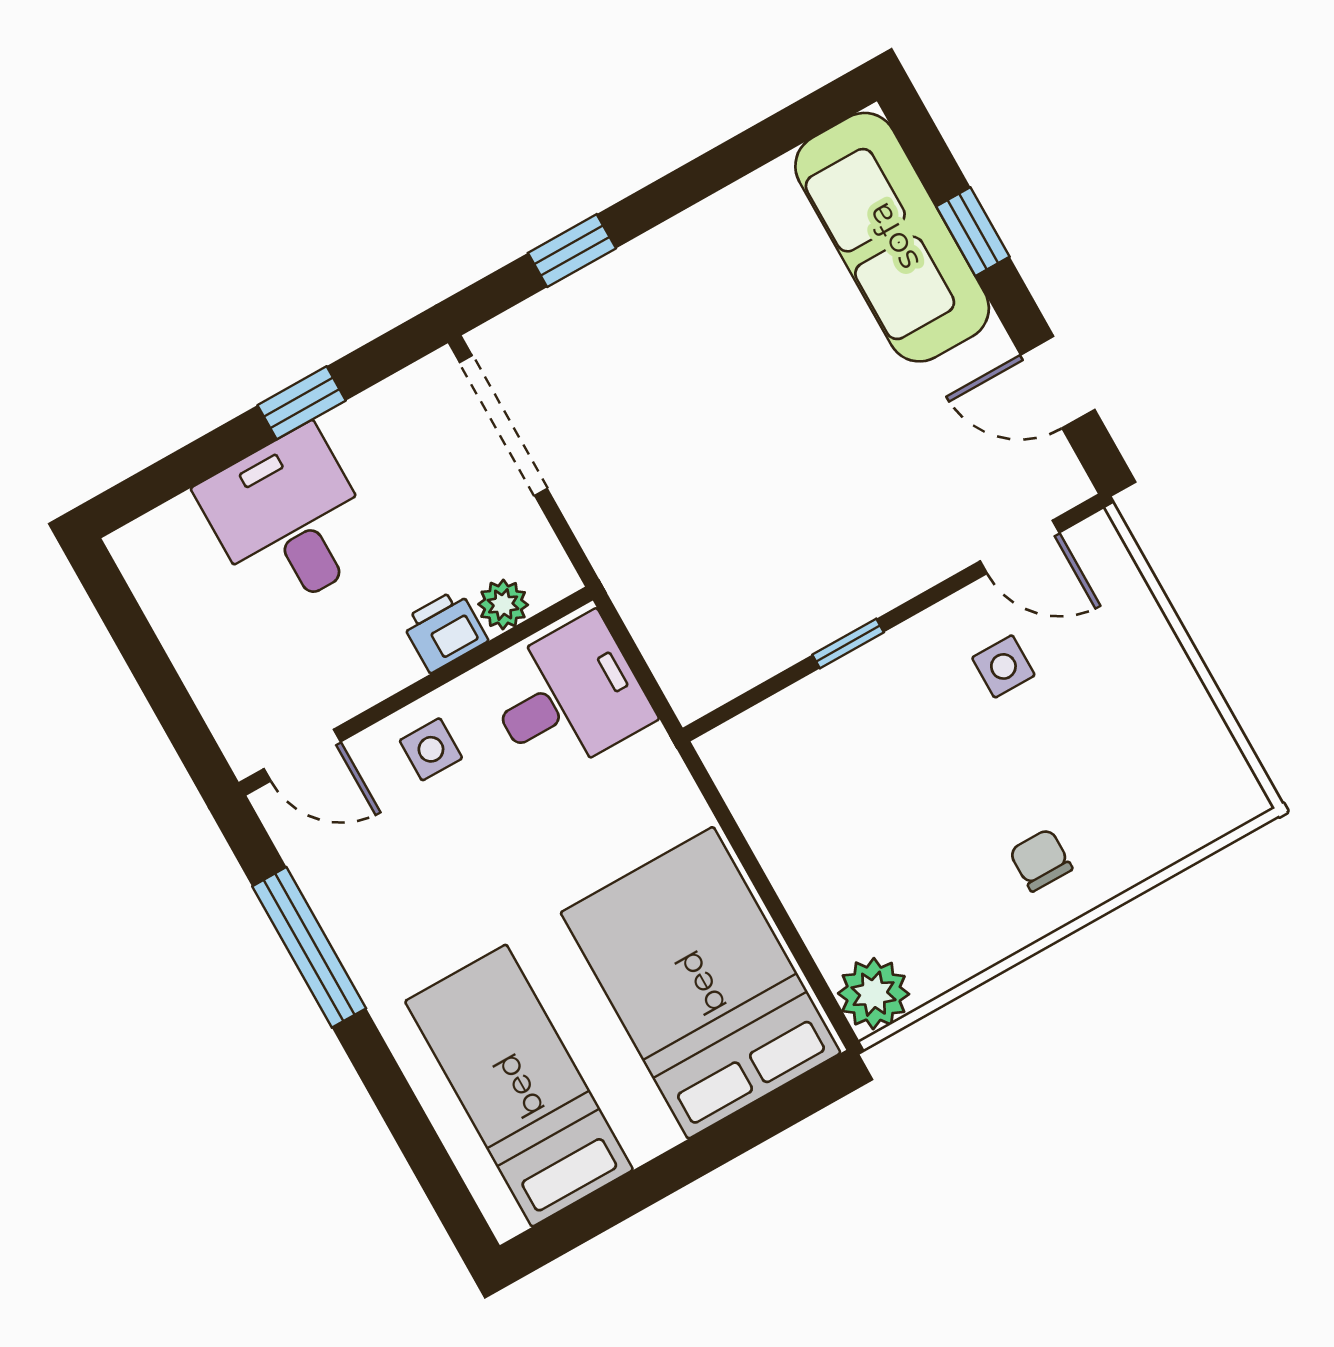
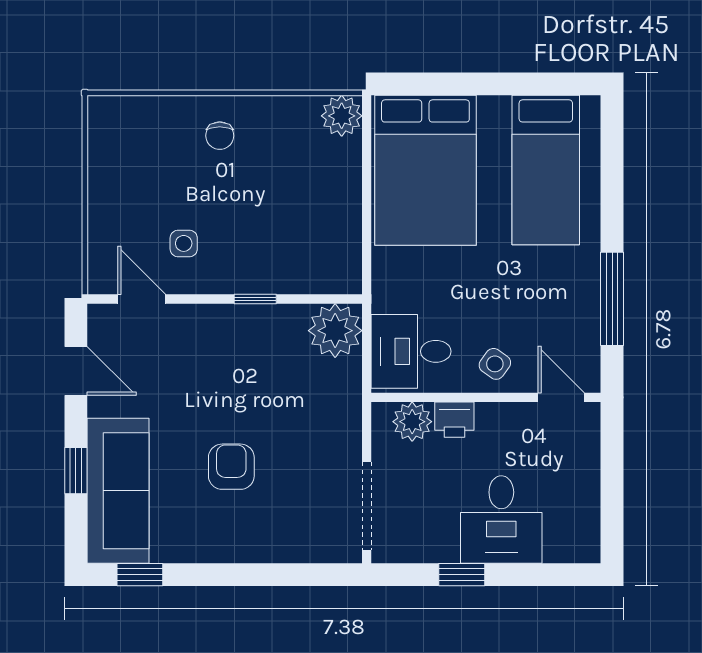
window: (572, 251) -> (140, 575), moved
armchair: (742, 370) -> (231, 467), added
plant: (503, 604) -> (412, 422), width x1.38, depth x1.38
plant: (701, 664) -> (335, 331), added
side table: (431, 749) -> (495, 364), turned 36

